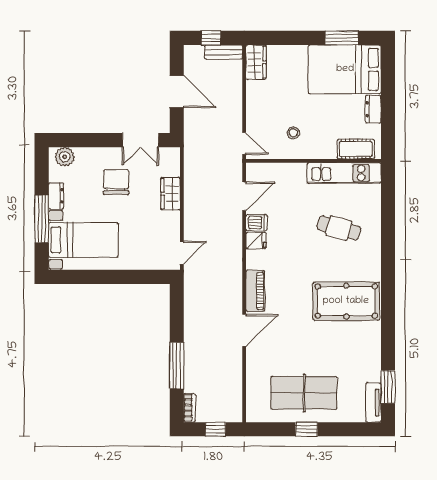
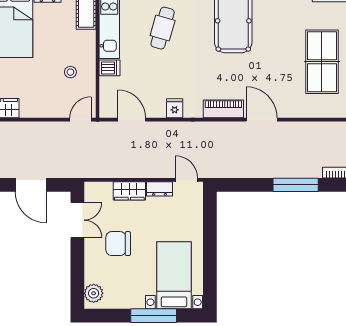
door: (177, 92) -> (31, 185), swing flipped
dresser: (56, 196) -> (160, 189), moved, turned 180
dishwasher: (257, 223) -> (109, 68), moved, turned 90

